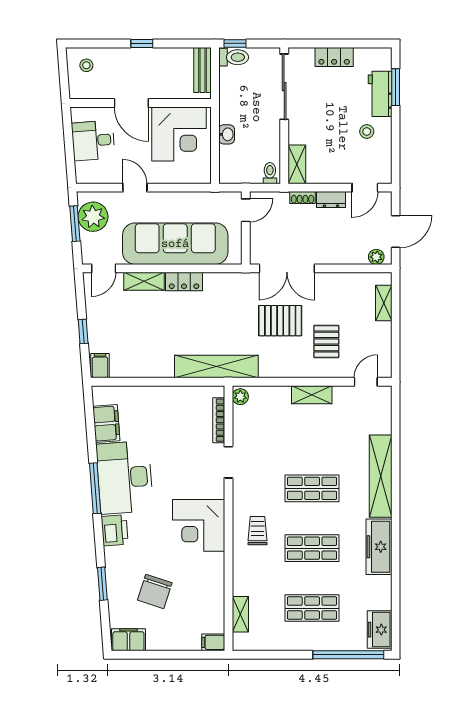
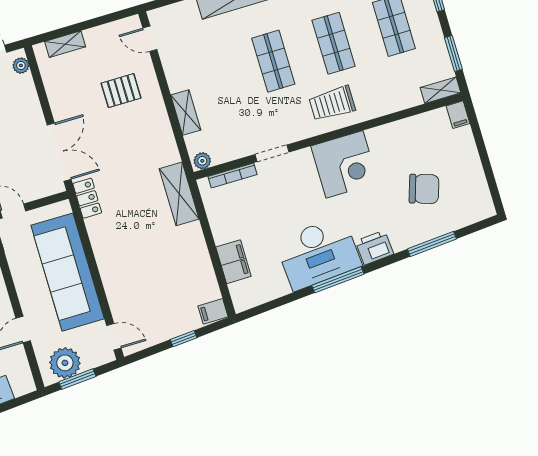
shelving: (144, 281) -> (115, 292), removed
locker: (184, 282) -> (87, 198), moved
pallet: (280, 321) -> (114, 143), removed
shelving: (216, 367) -> (179, 194), width x0.68
shelving: (312, 395) -> (186, 112), moved
filing cabinet: (106, 424) -> (233, 262), moved, turned 94
trolley: (258, 531) -> (332, 103), width x1.36, depth x1.39
window: (102, 584) -> (432, 244), width x1.44
shelving: (240, 614) -> (440, 90), moved
filing cabinet: (128, 640) -> (481, 201), removed
window: (270, 655) -> (453, 53), added

